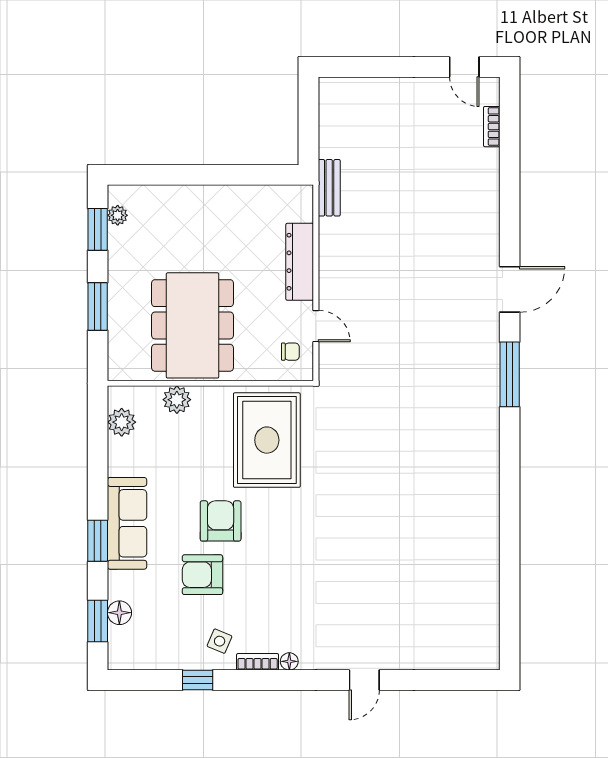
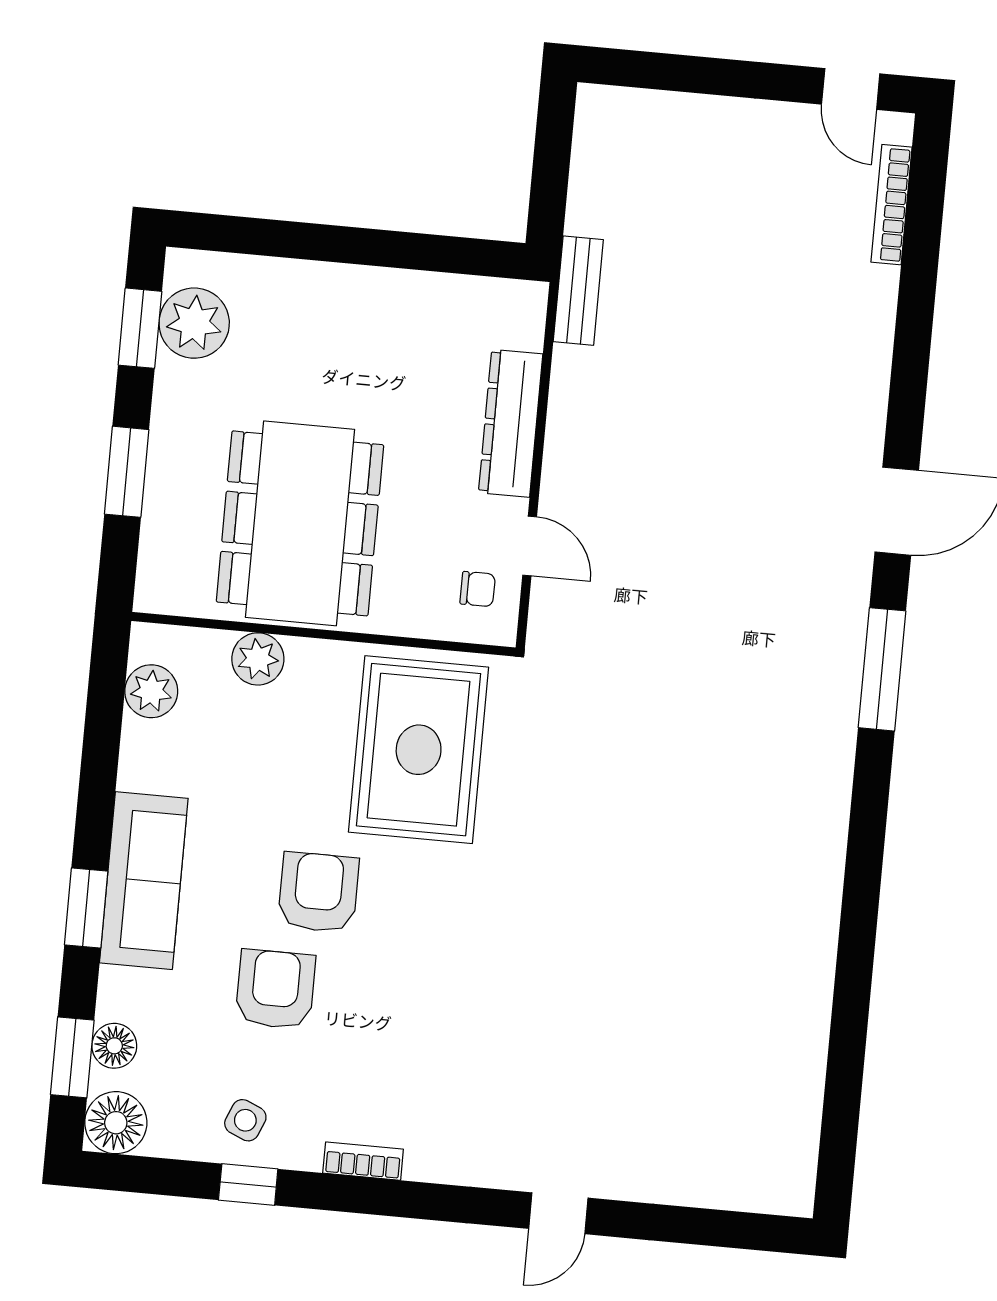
bookcase: (492, 127) -> (892, 205), width x1.56
plant: (118, 215) -> (194, 323), width x1.87, depth x1.87
armchair: (202, 575) -> (275, 989), turned 90
side table: (220, 641) -> (245, 1120), moved
floor lamp: (289, 661) -> (116, 1123), moved, width x1.89, depth x1.89

